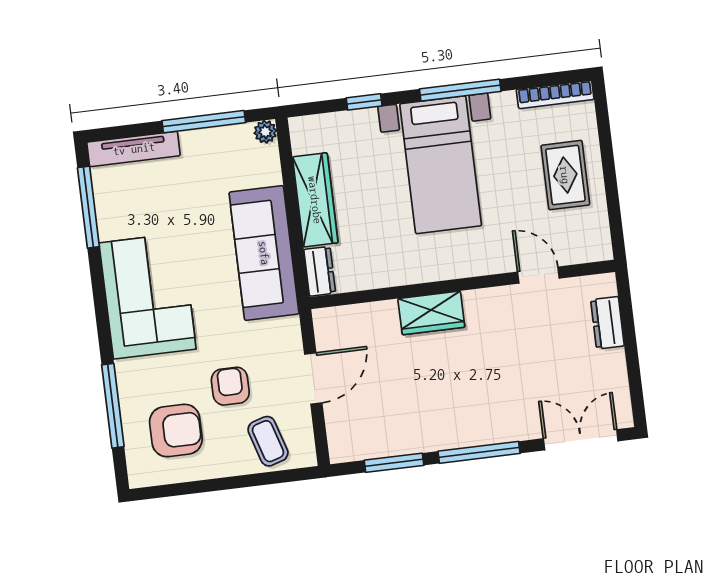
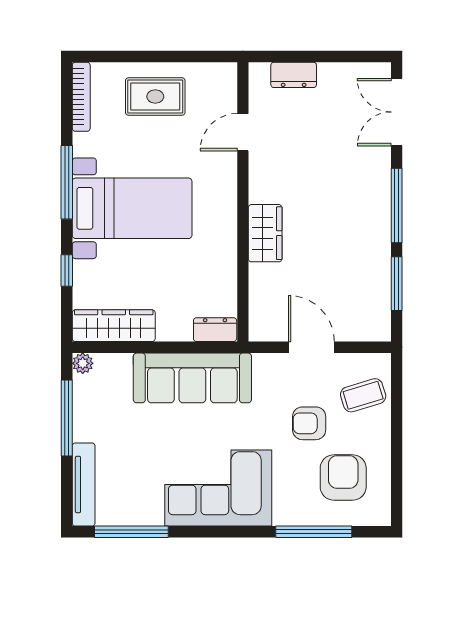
wardrobe: (315, 200) -> (114, 326), moved

